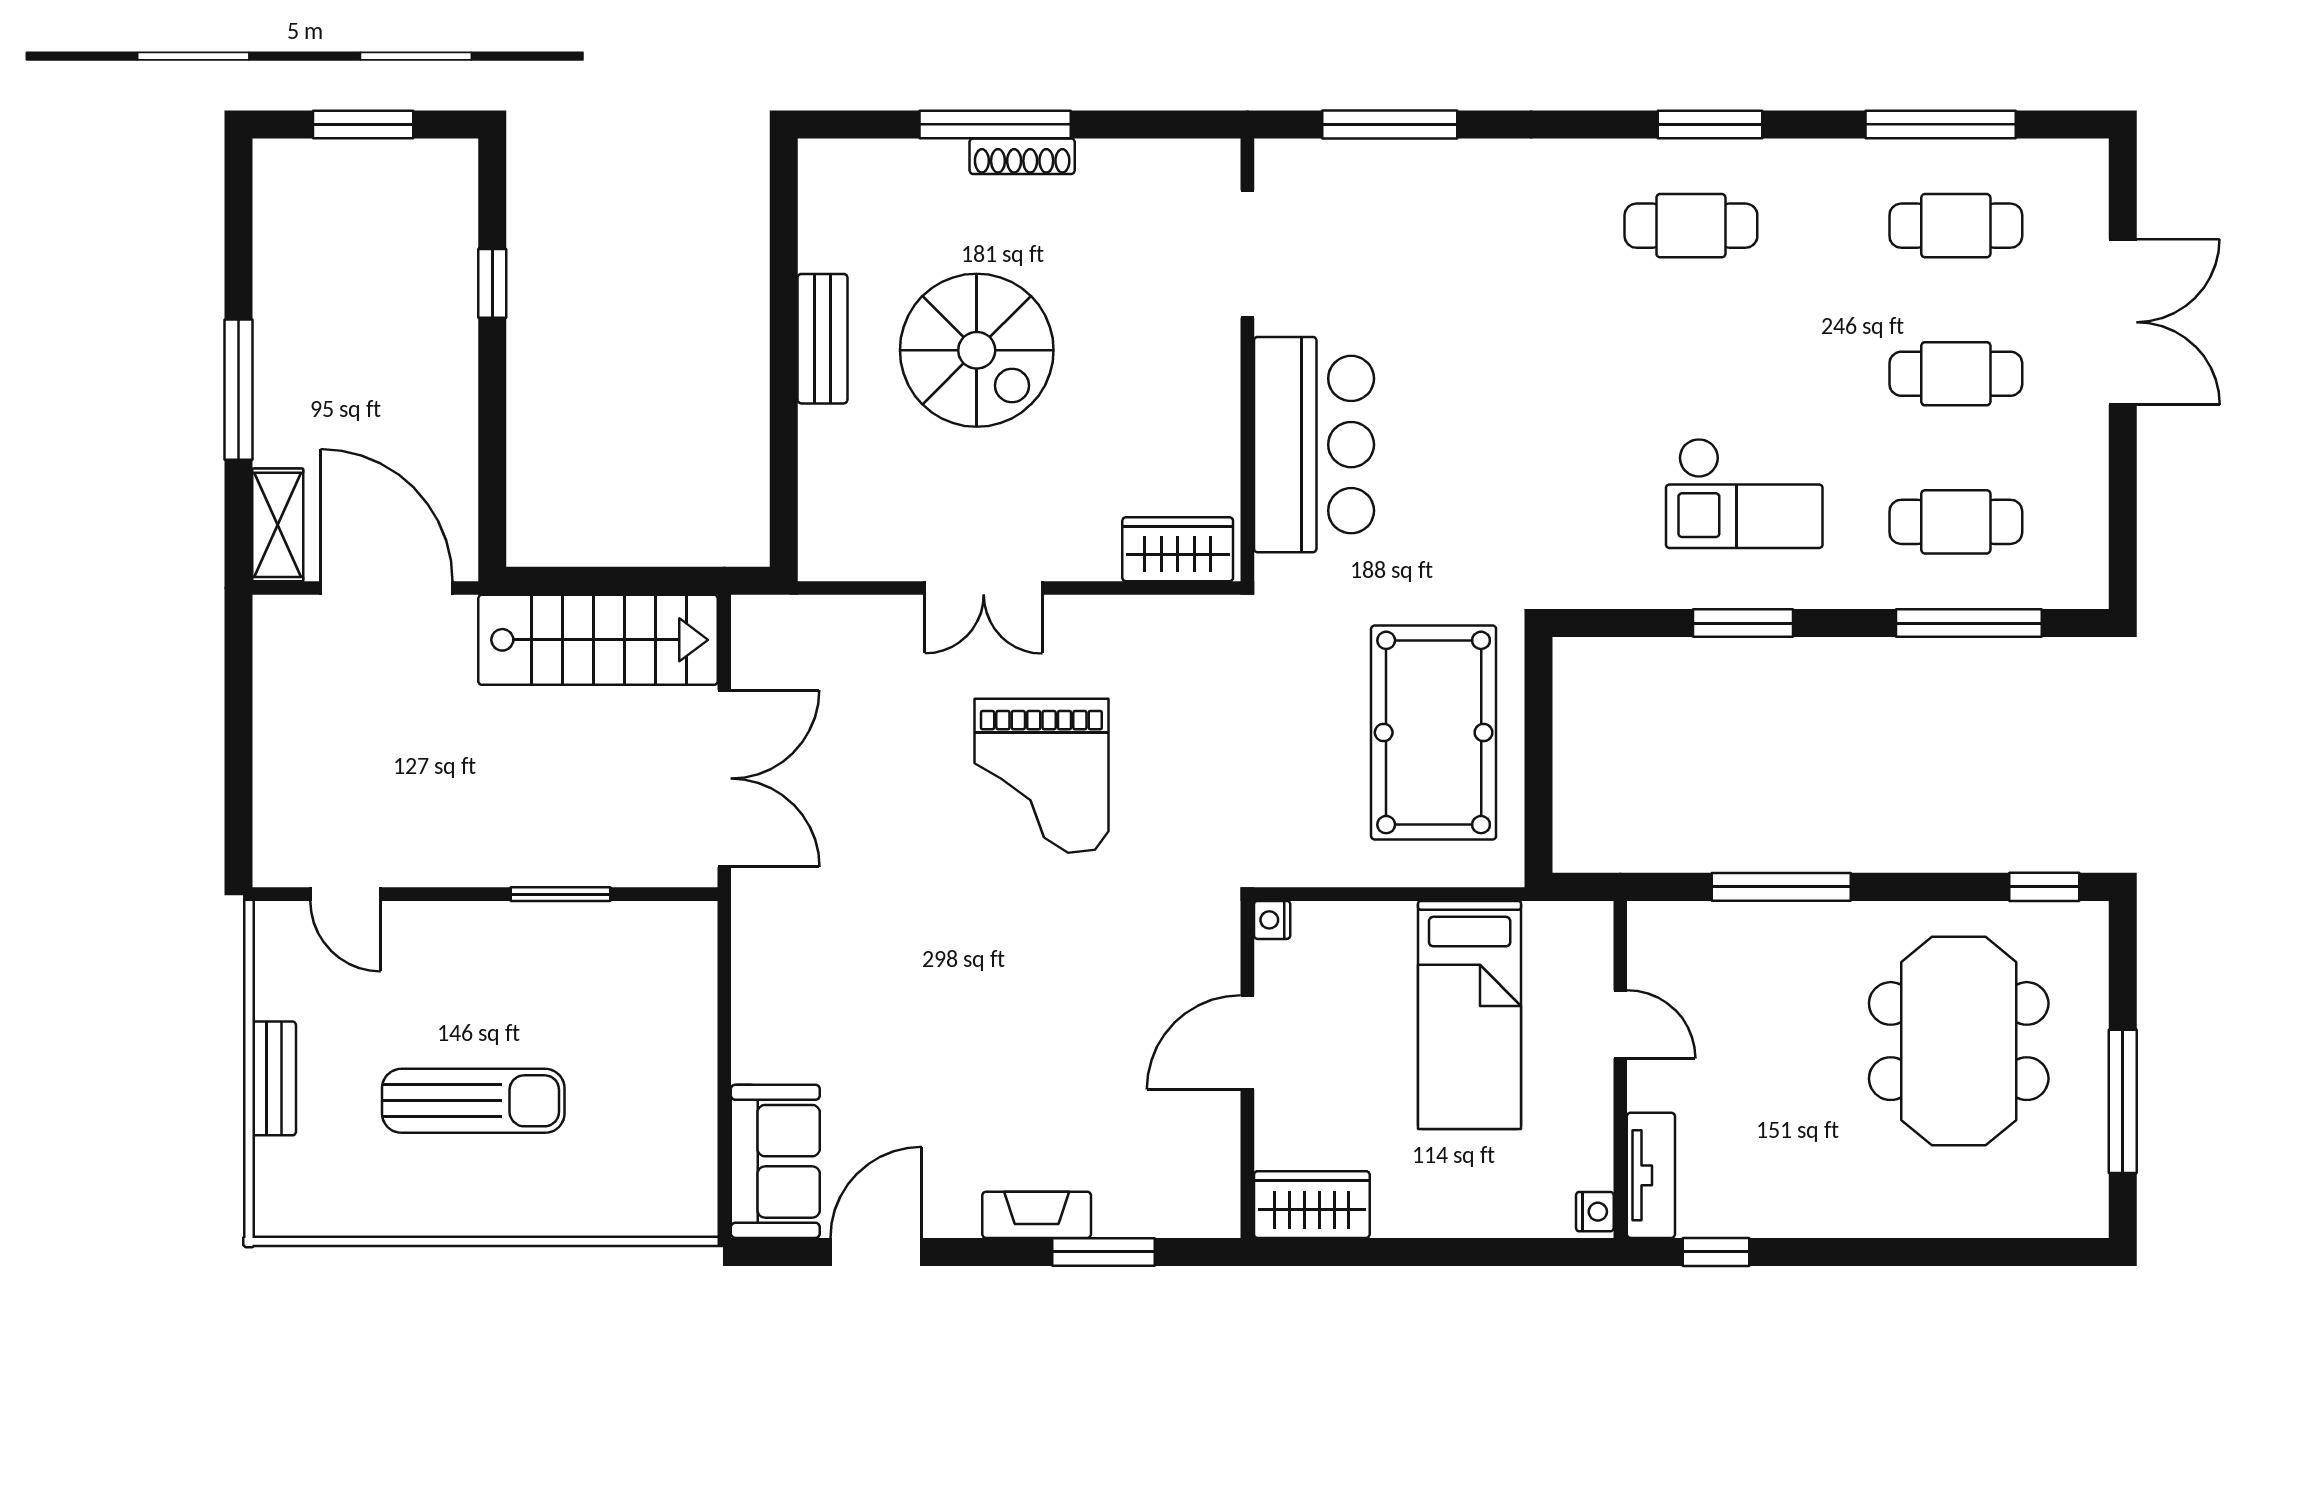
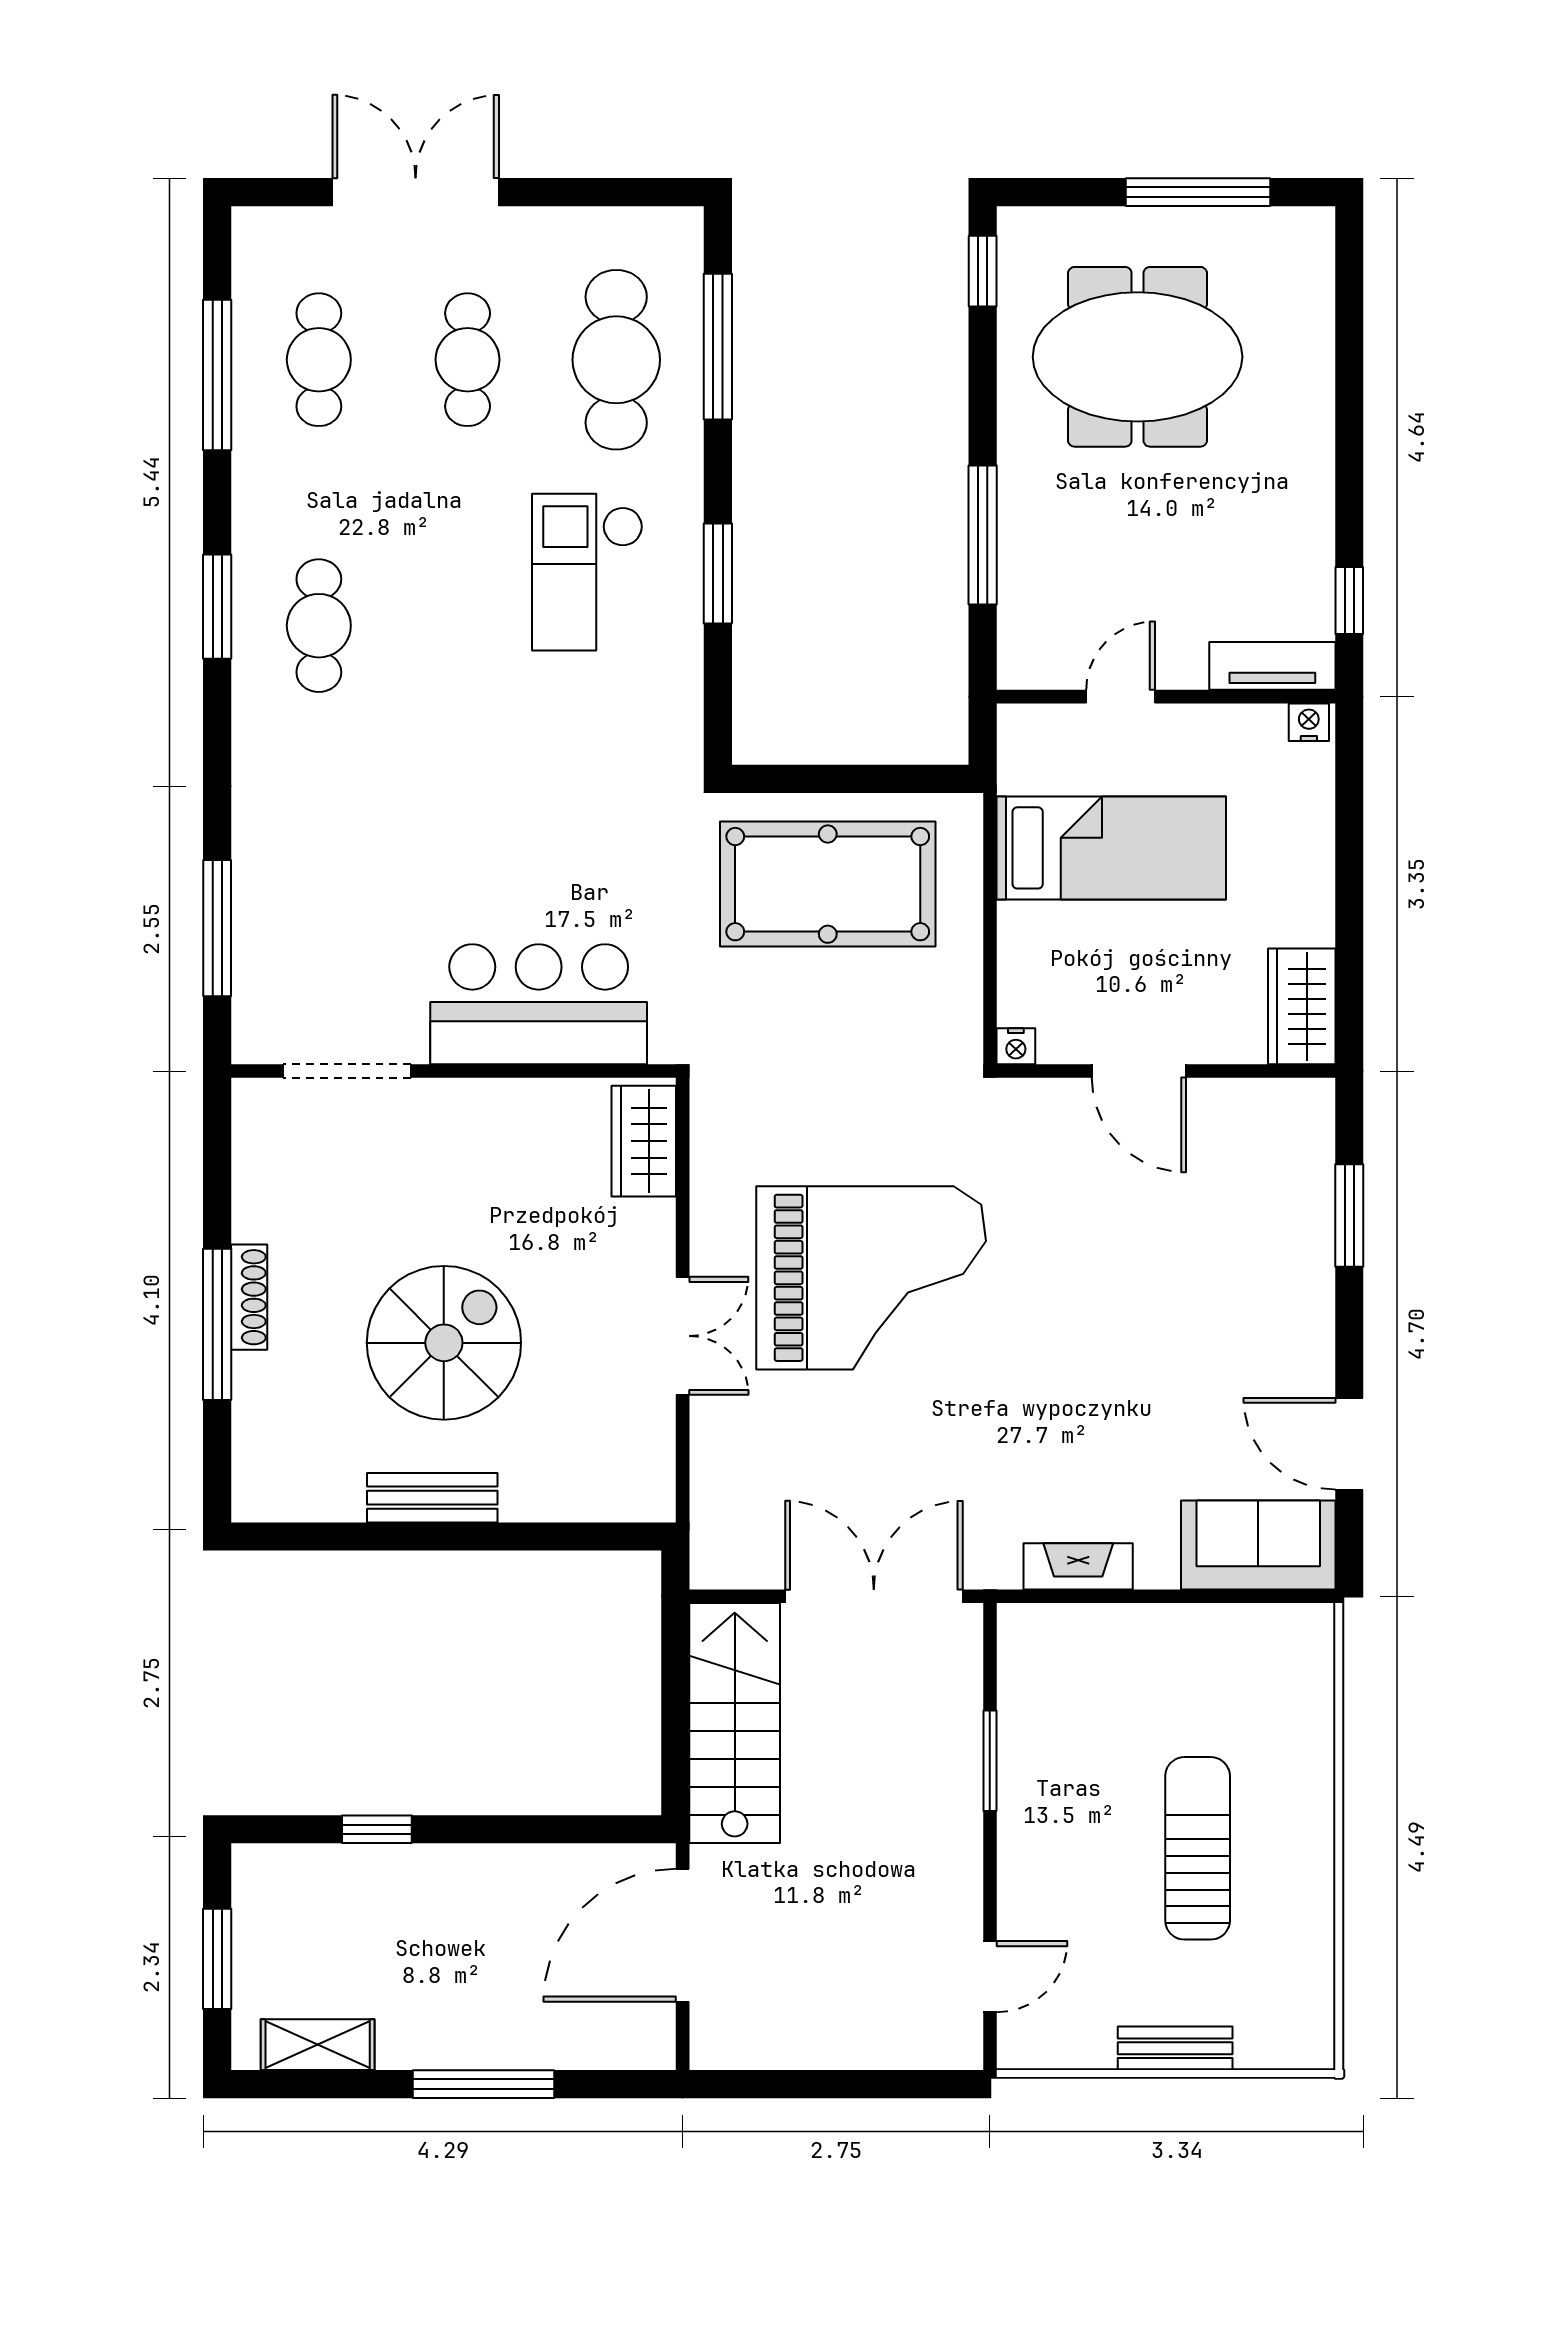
checkout: (1744, 493) -> (587, 572), turned 180
cafe table: (1956, 522) -> (616, 360), width x1.37, depth x1.35
shelving: (278, 525) -> (318, 2045), moved
grand piano: (1041, 776) -> (871, 1278), width x1.37, depth x1.48
fireplace: (1037, 1215) -> (1078, 1566), moved, turned 90

